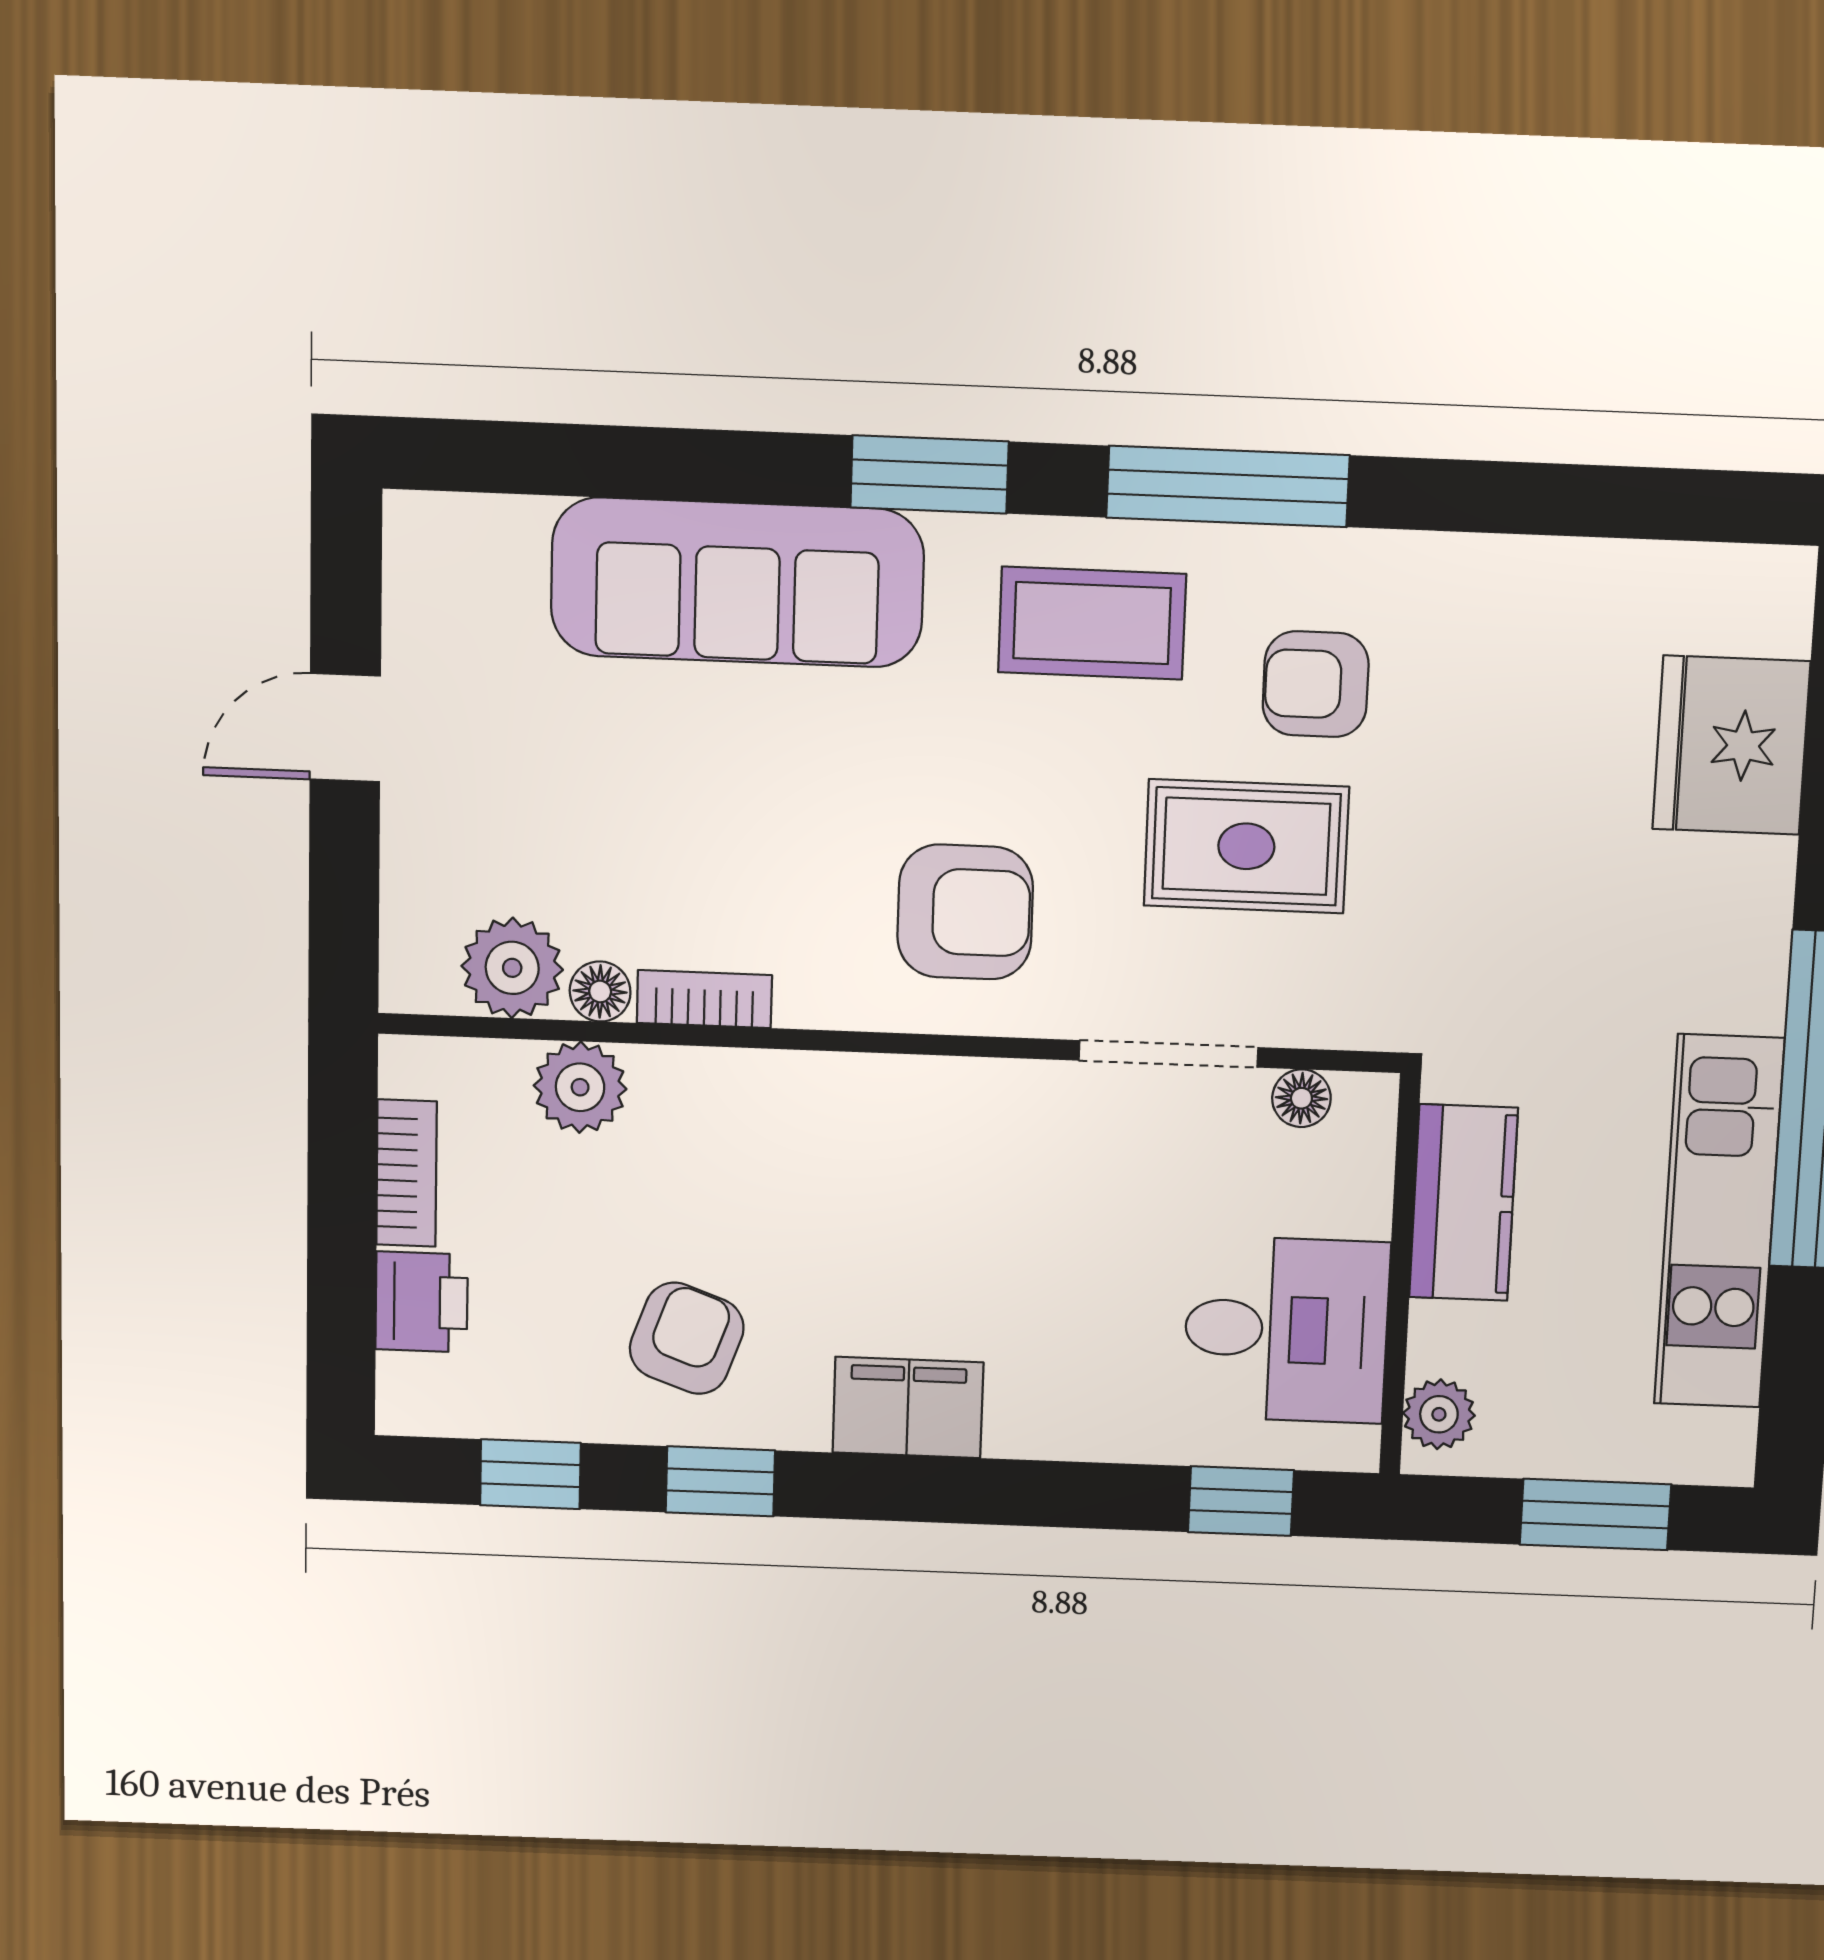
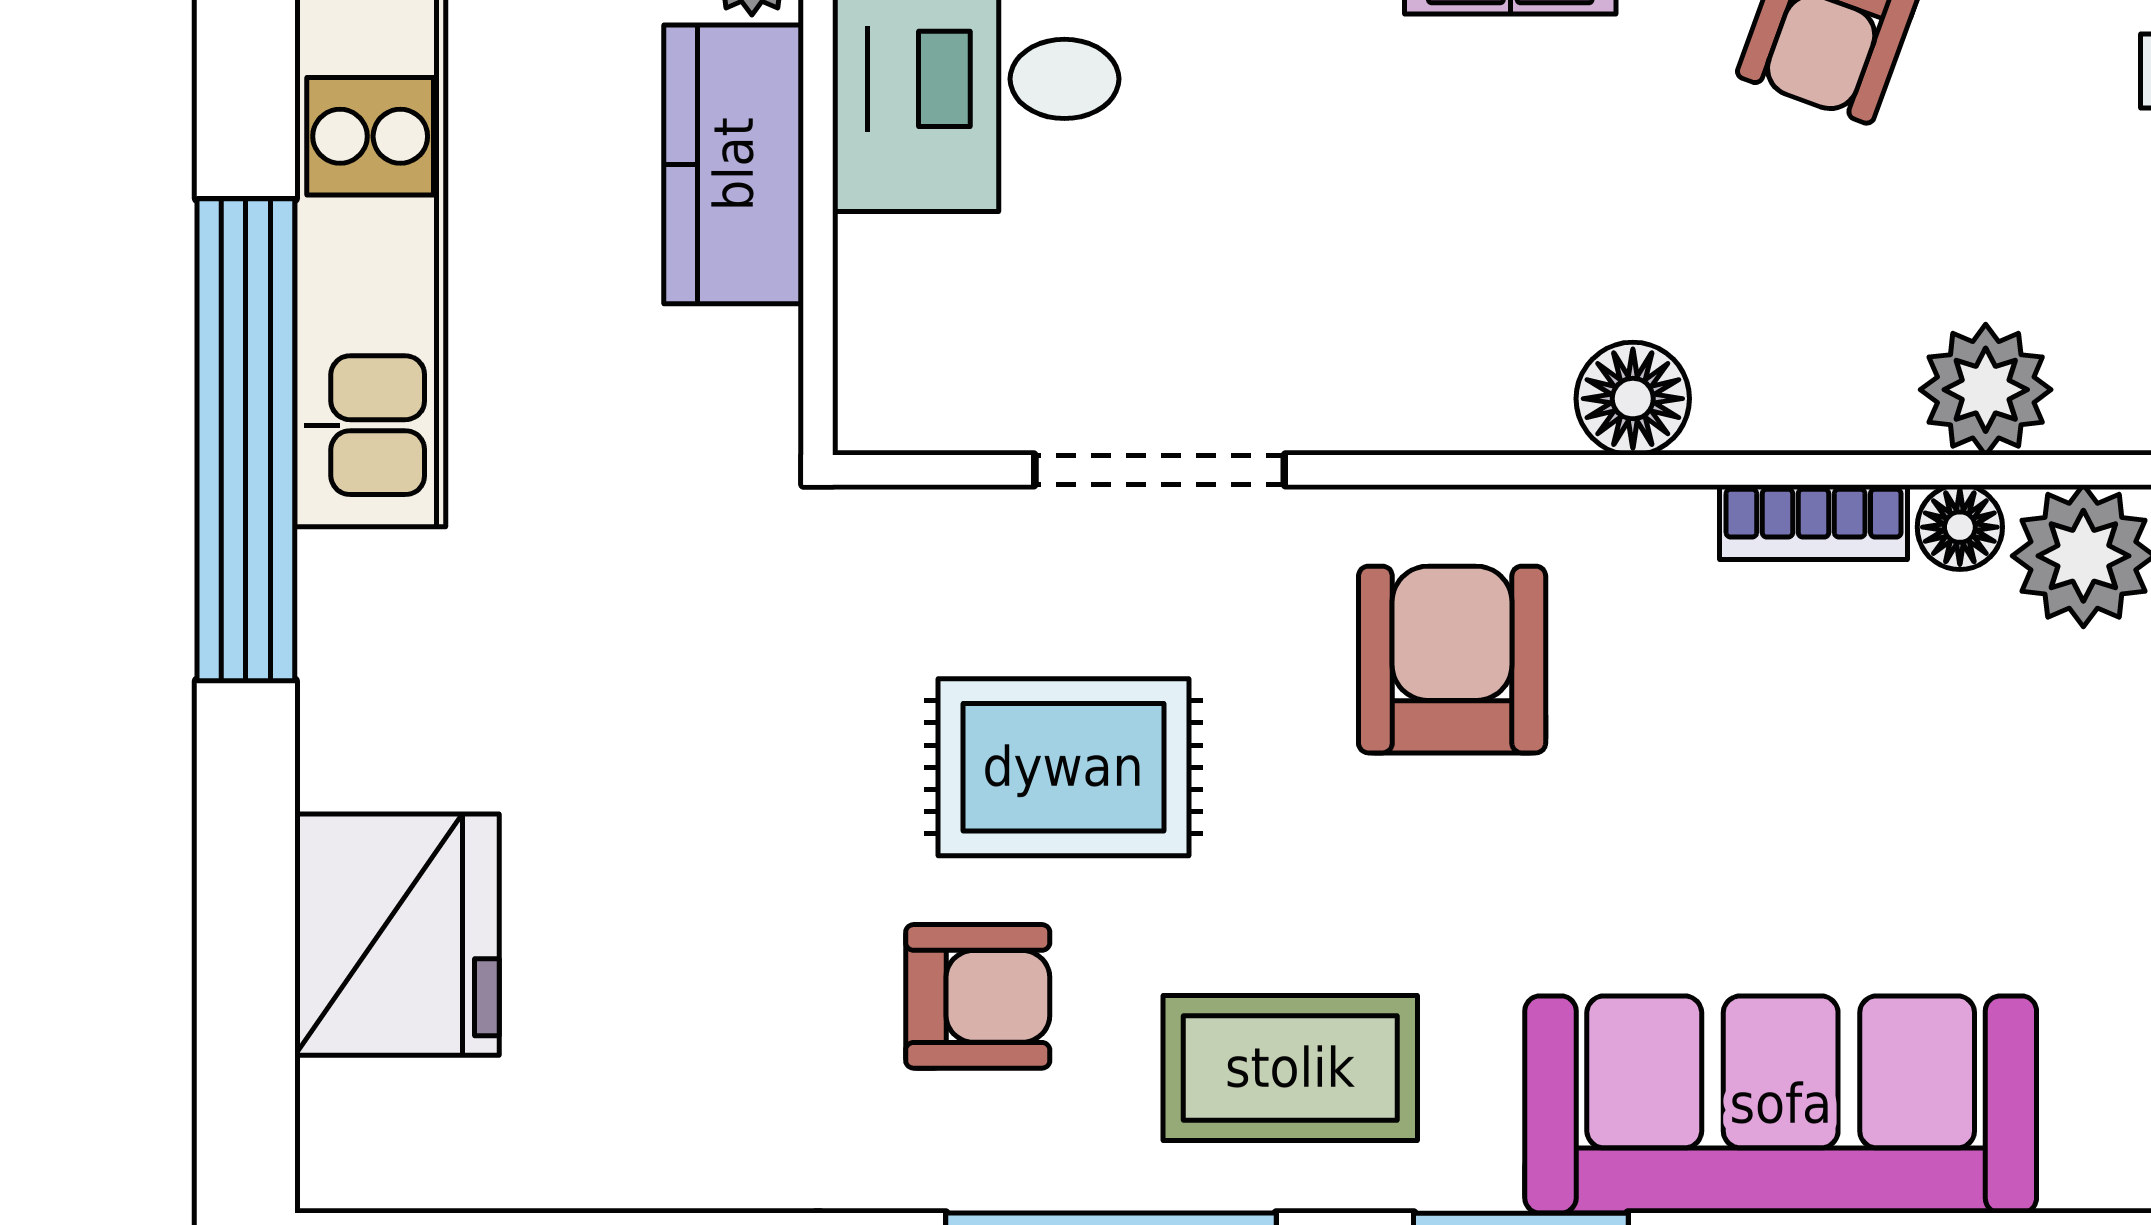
armchair: (965, 912) -> (1452, 660), turned 90
floor lamp: (1301, 1098) -> (1633, 399), moved, width x1.37, depth x1.37
kitchen counter: (1463, 1203) -> (734, 164), moved

